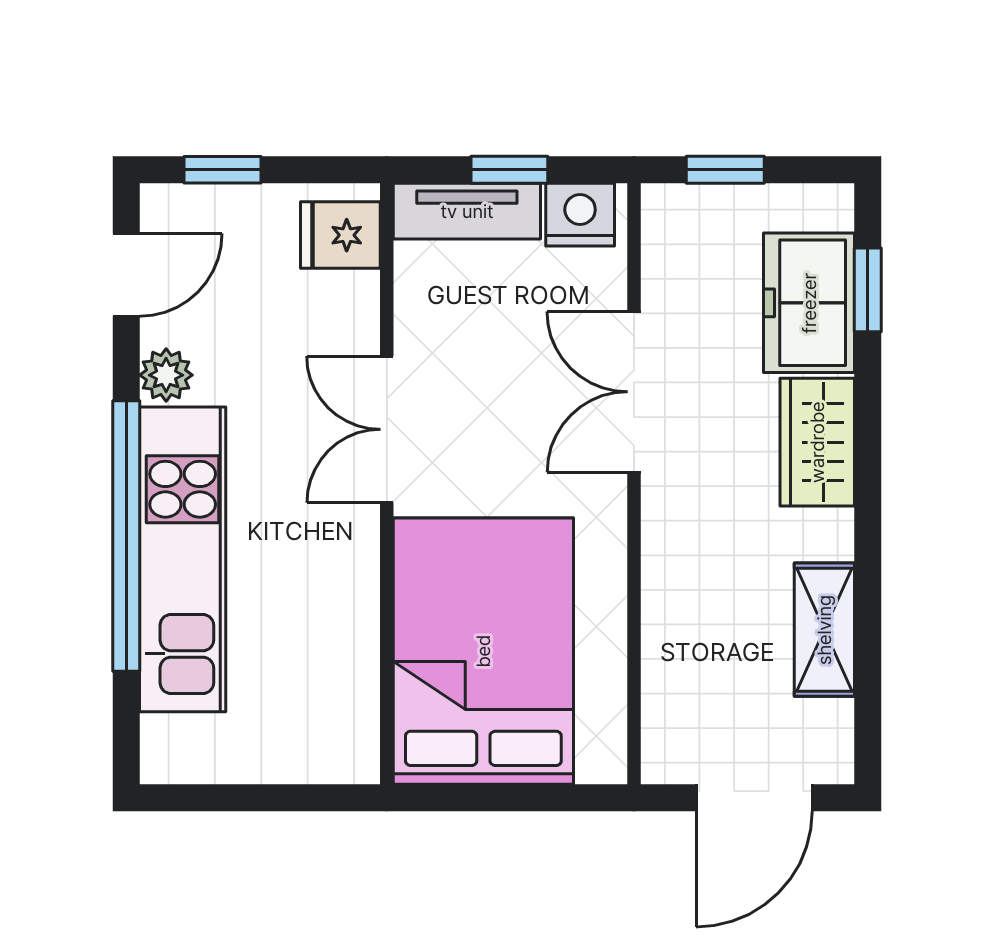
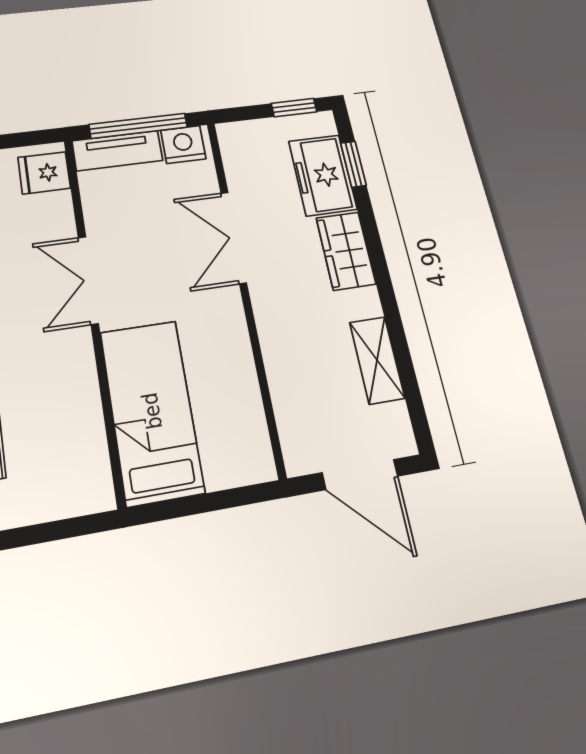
window: (509, 170) -> (138, 126), width x2.17
window: (725, 170) -> (294, 108), moved
bed: (483, 651) -> (152, 411), width x0.67
door: (754, 798) -> (360, 474), hinge flipped

